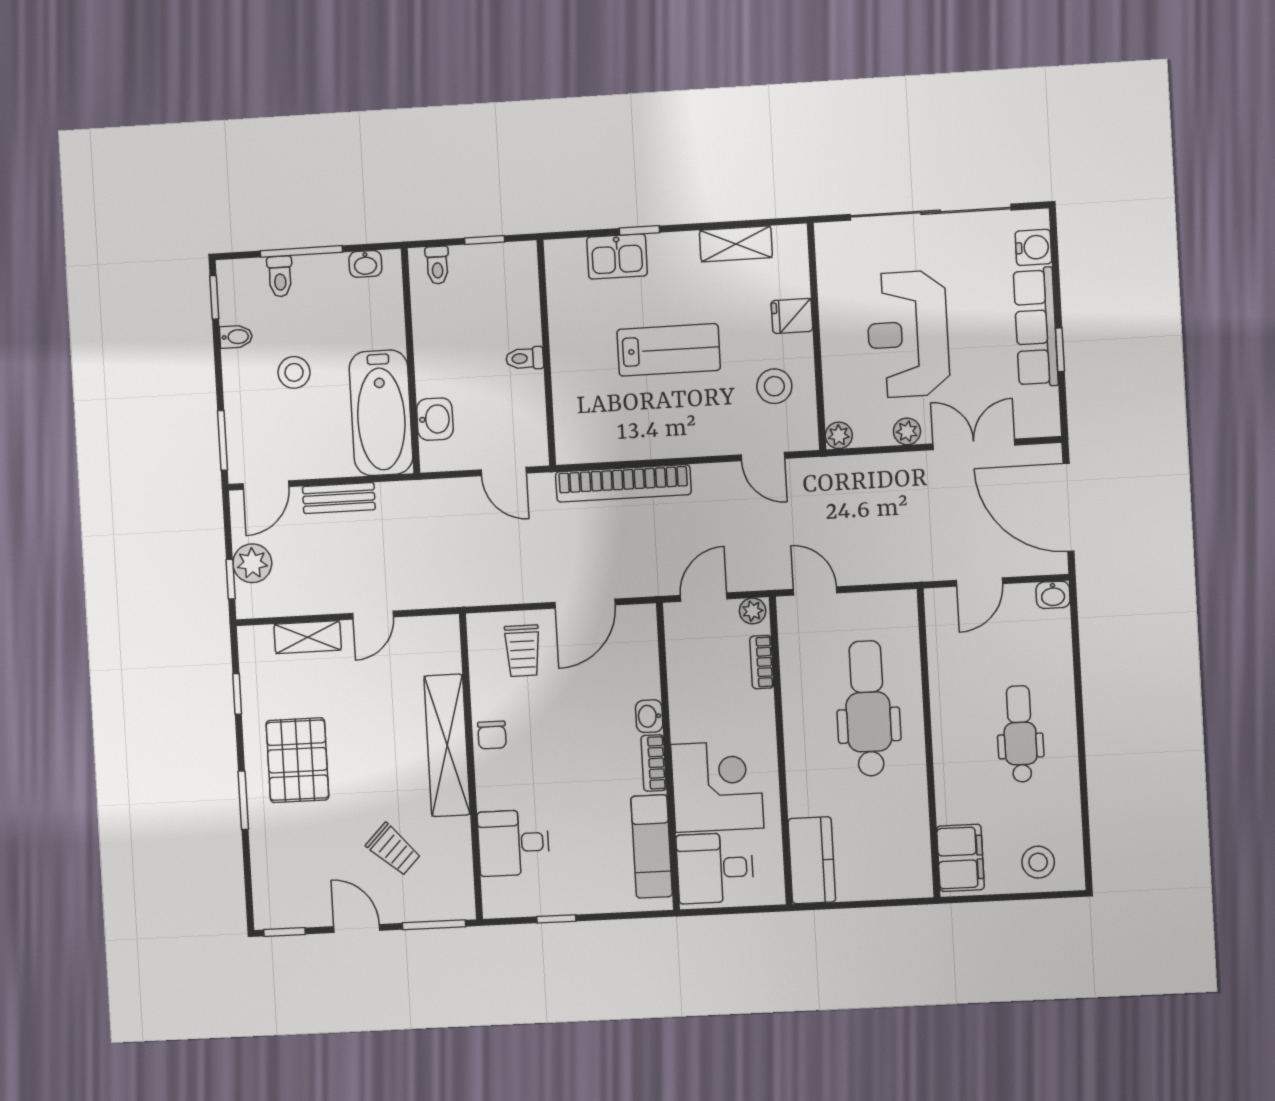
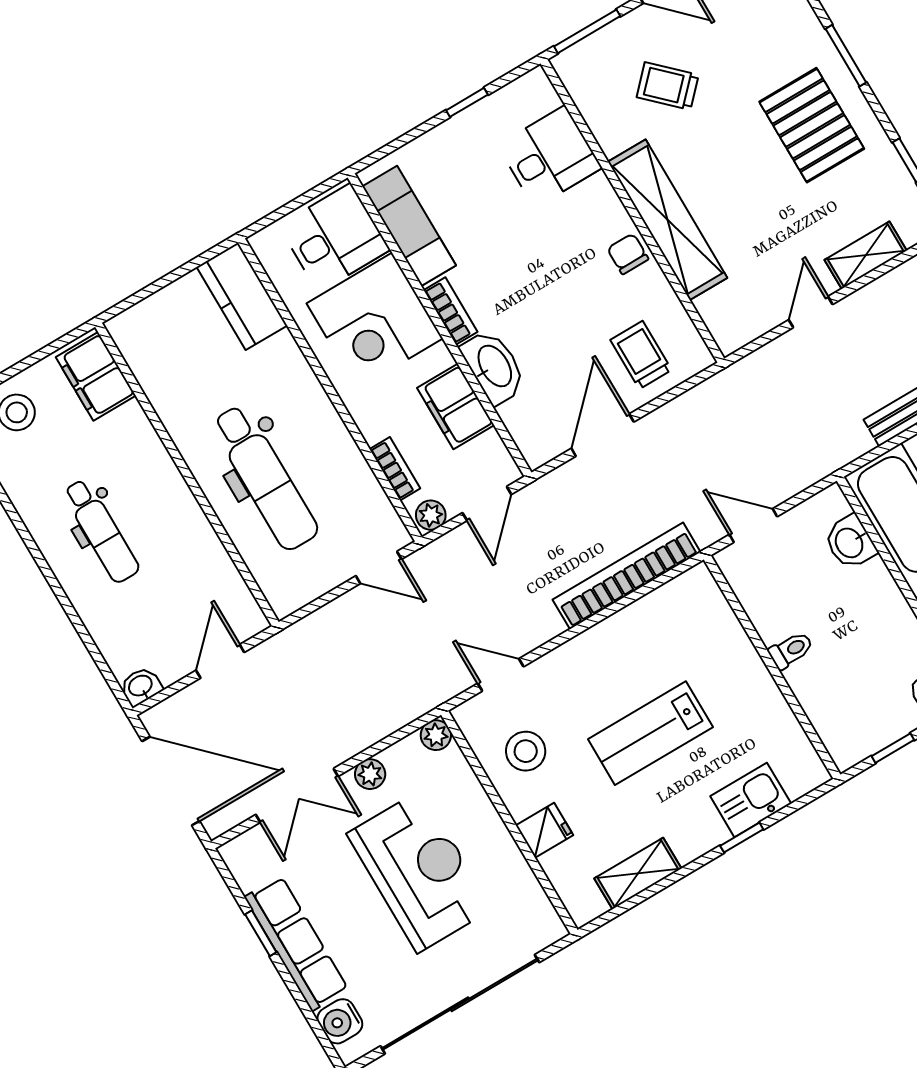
filing cabinet: (689, 686) -> (456, 406), added
washbasin: (649, 716) -> (494, 367), width x1.91, depth x1.45

